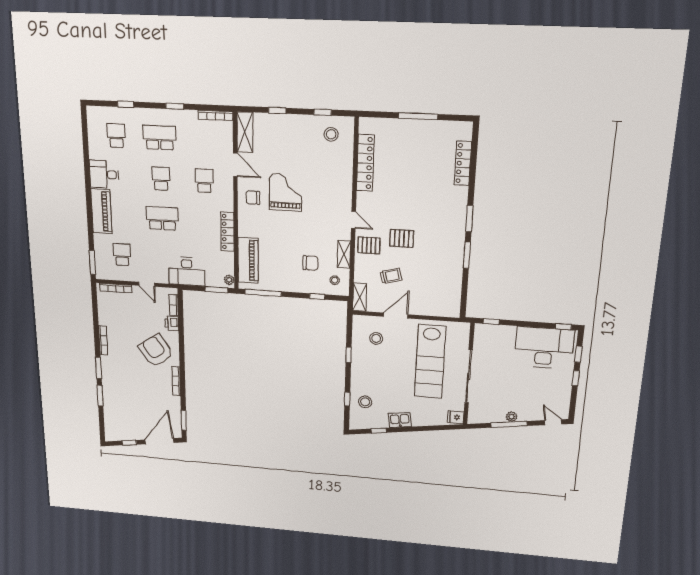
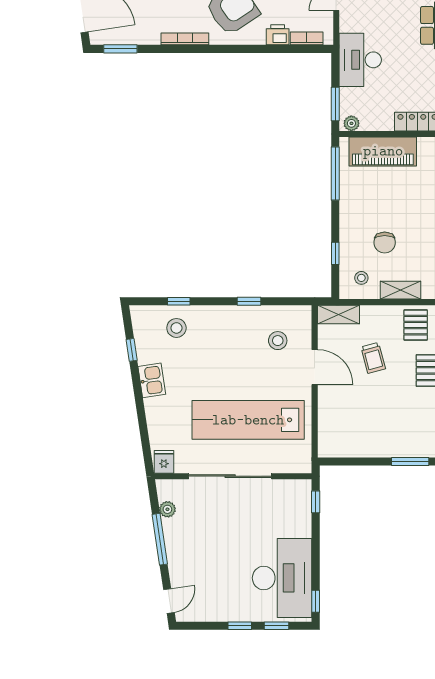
plant: (512, 417) -> (167, 509), moved

